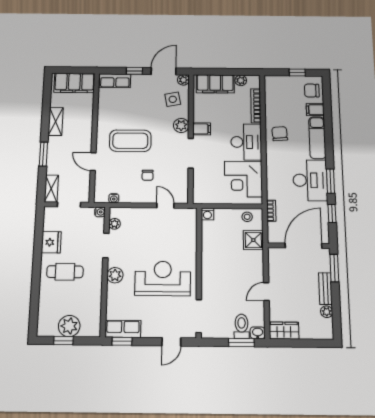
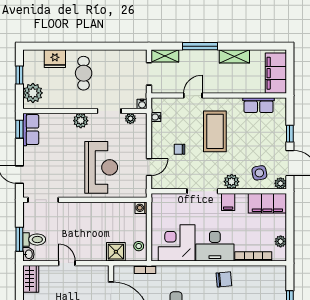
row of seats: (115, 81) -> (259, 105), moved, turned -90
filing cabinet: (215, 84) -> (267, 203), moved, turned -90
window: (43, 154) -> (200, 46), width x1.44
fridge: (51, 242) -> (55, 59), moved
reception desk: (163, 278) -> (101, 167), moved
plant: (69, 326) -> (33, 93), moved

